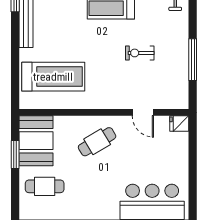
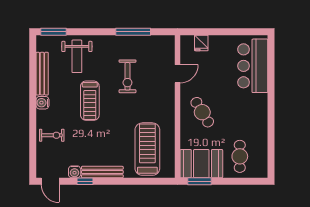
exercise bike: (140, 53) -> (127, 76), width x1.38, depth x1.39
fridge: (179, 123) -> (201, 43), moved
window: (15, 155) -> (199, 181), moved

